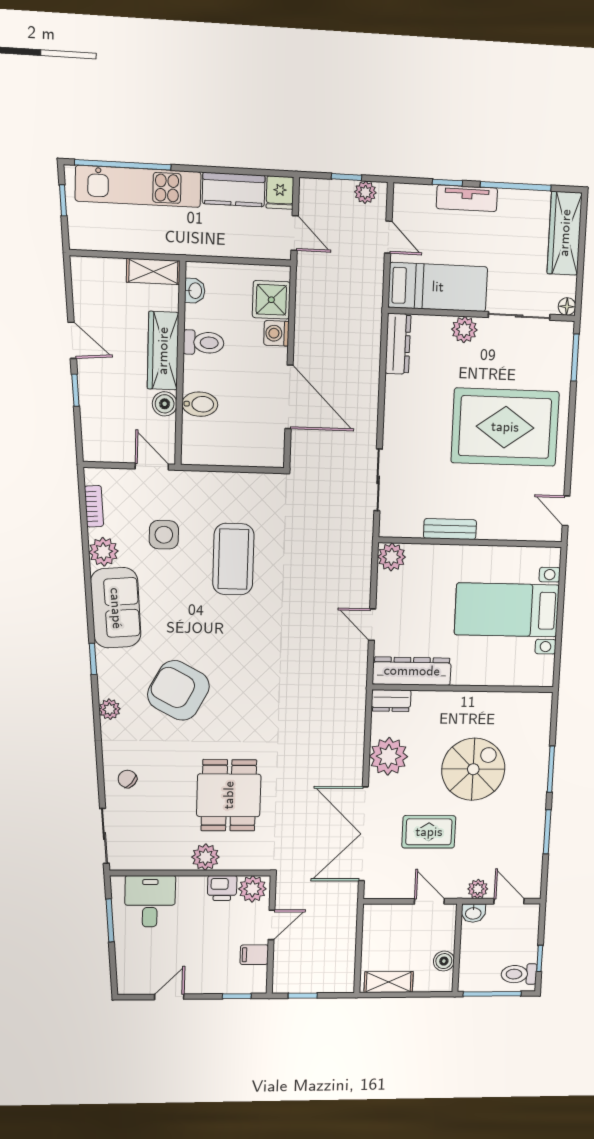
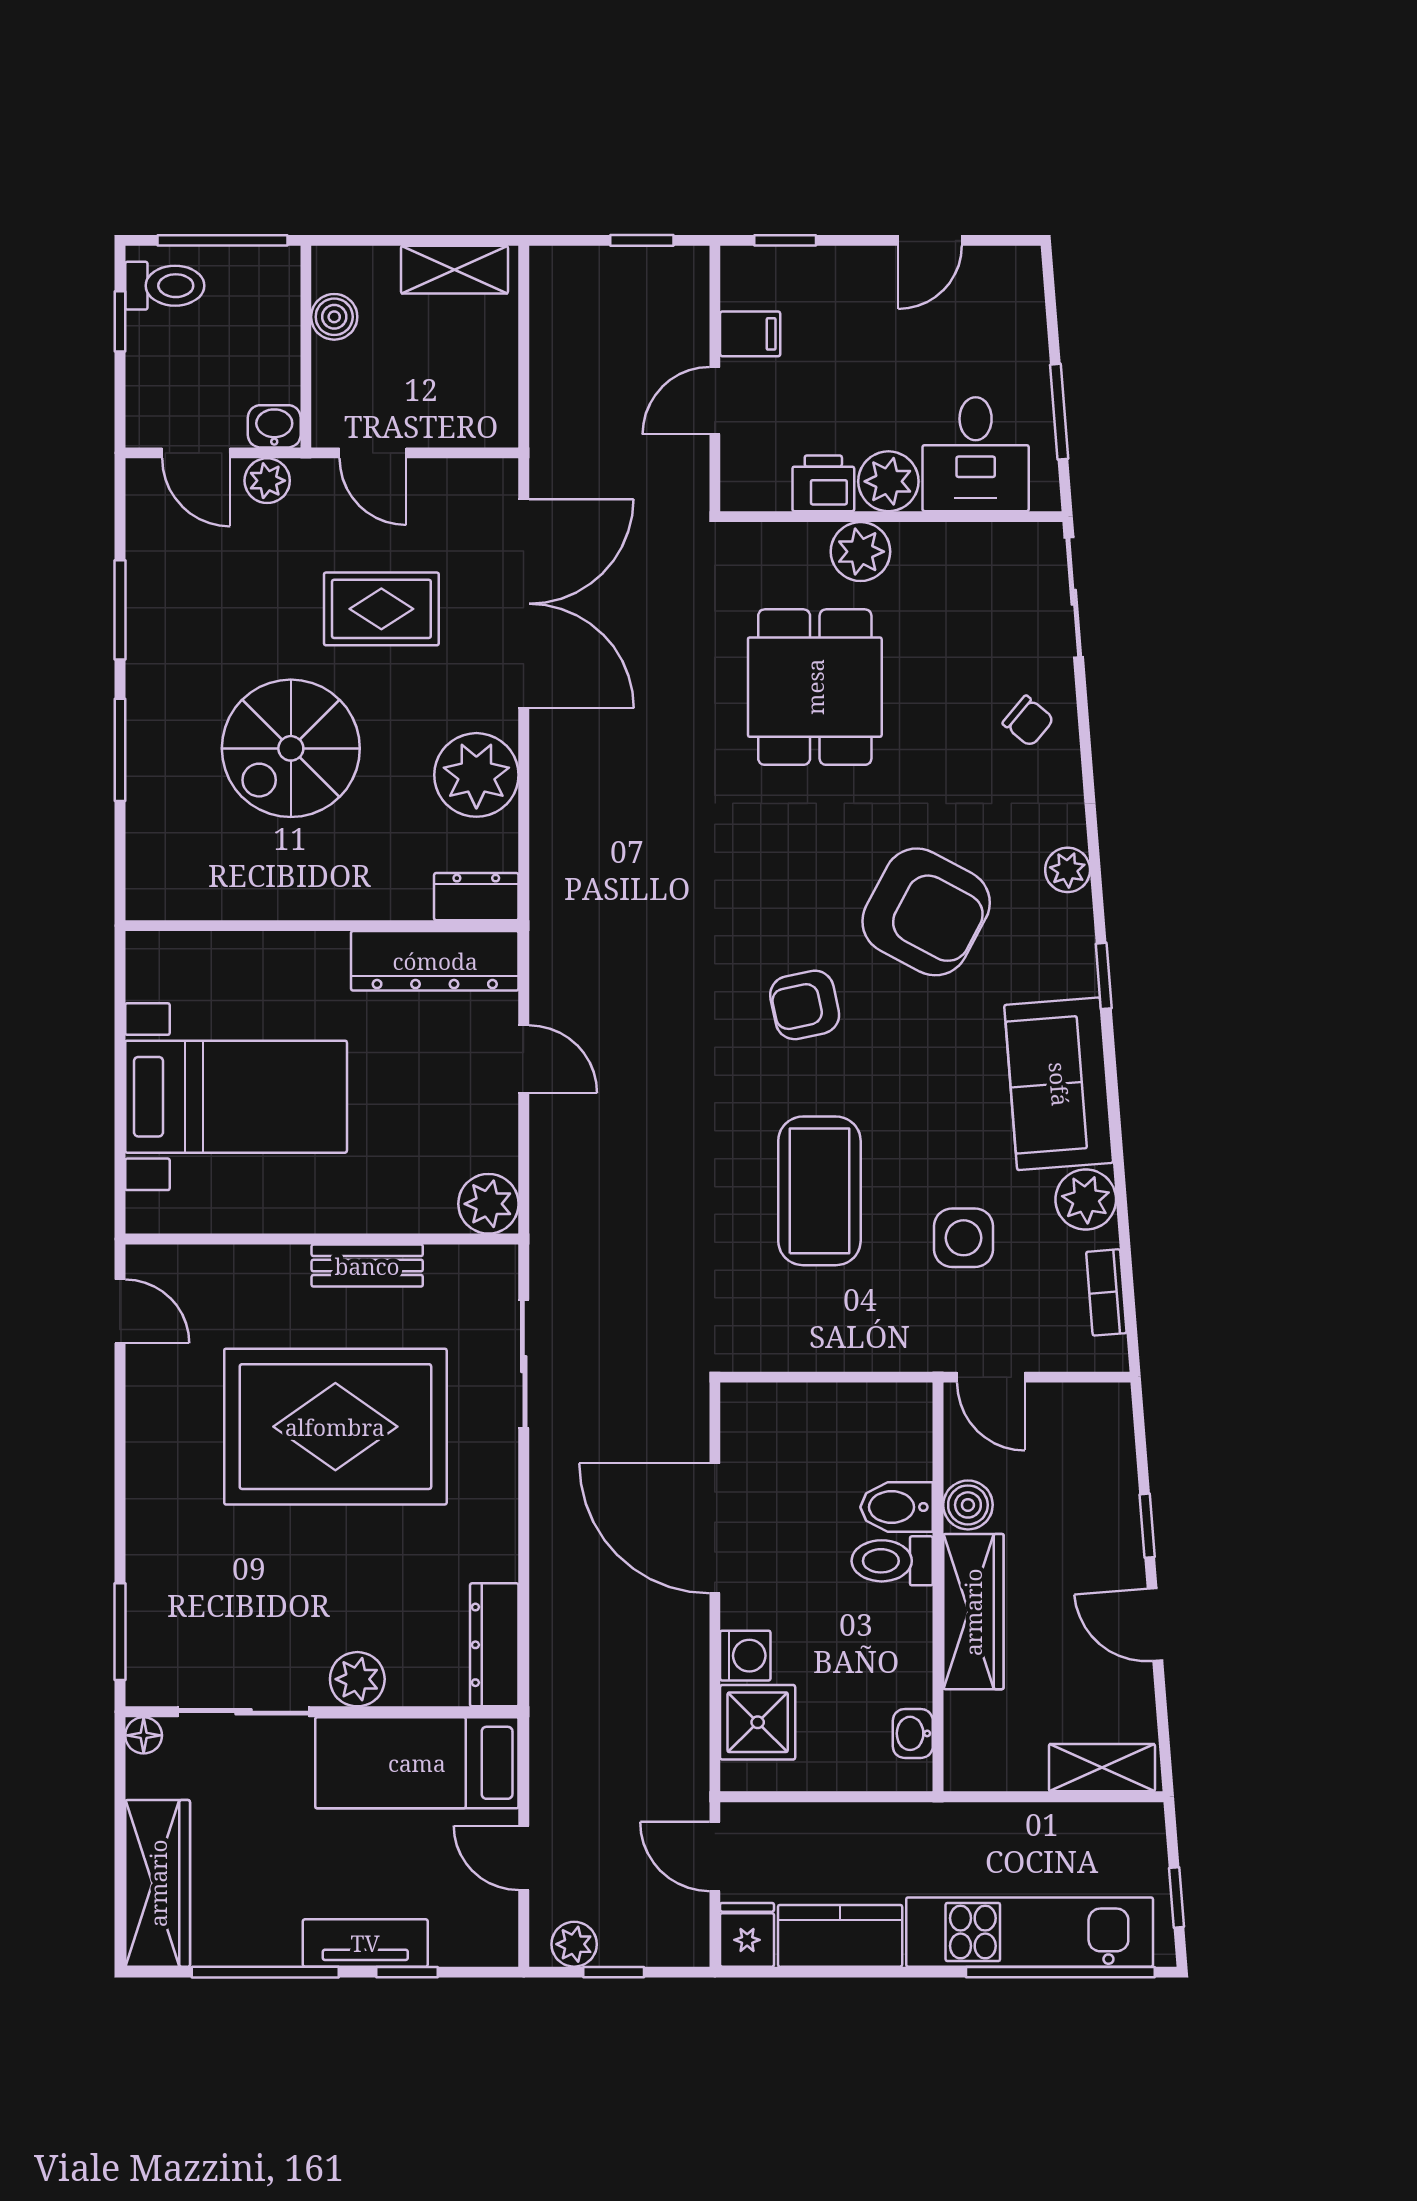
shelving: (153, 271) -> (1102, 1768), moved
toilet: (204, 343) -> (892, 1561), moved
rug: (505, 427) -> (335, 1427), moved
armchair: (238, 648) -> (805, 1005), added
plant: (252, 889) -> (888, 481), moved

